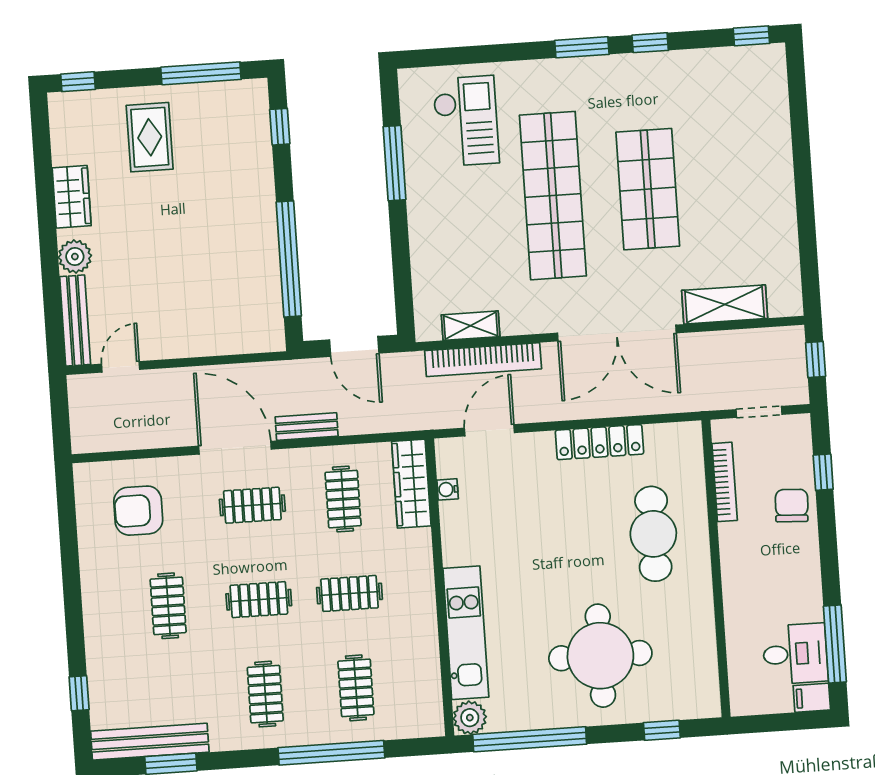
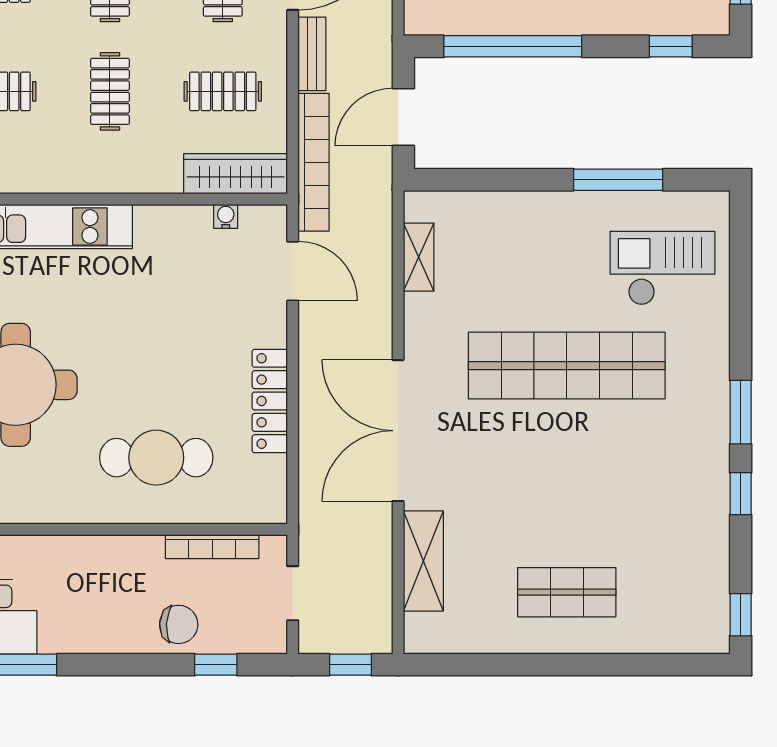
checkout: (466, 121) -> (662, 268), turned 180
shop shelf: (648, 189) -> (567, 592), moved, width x0.70, depth x0.74
bookcase: (483, 360) -> (314, 162), moved, turned 180

